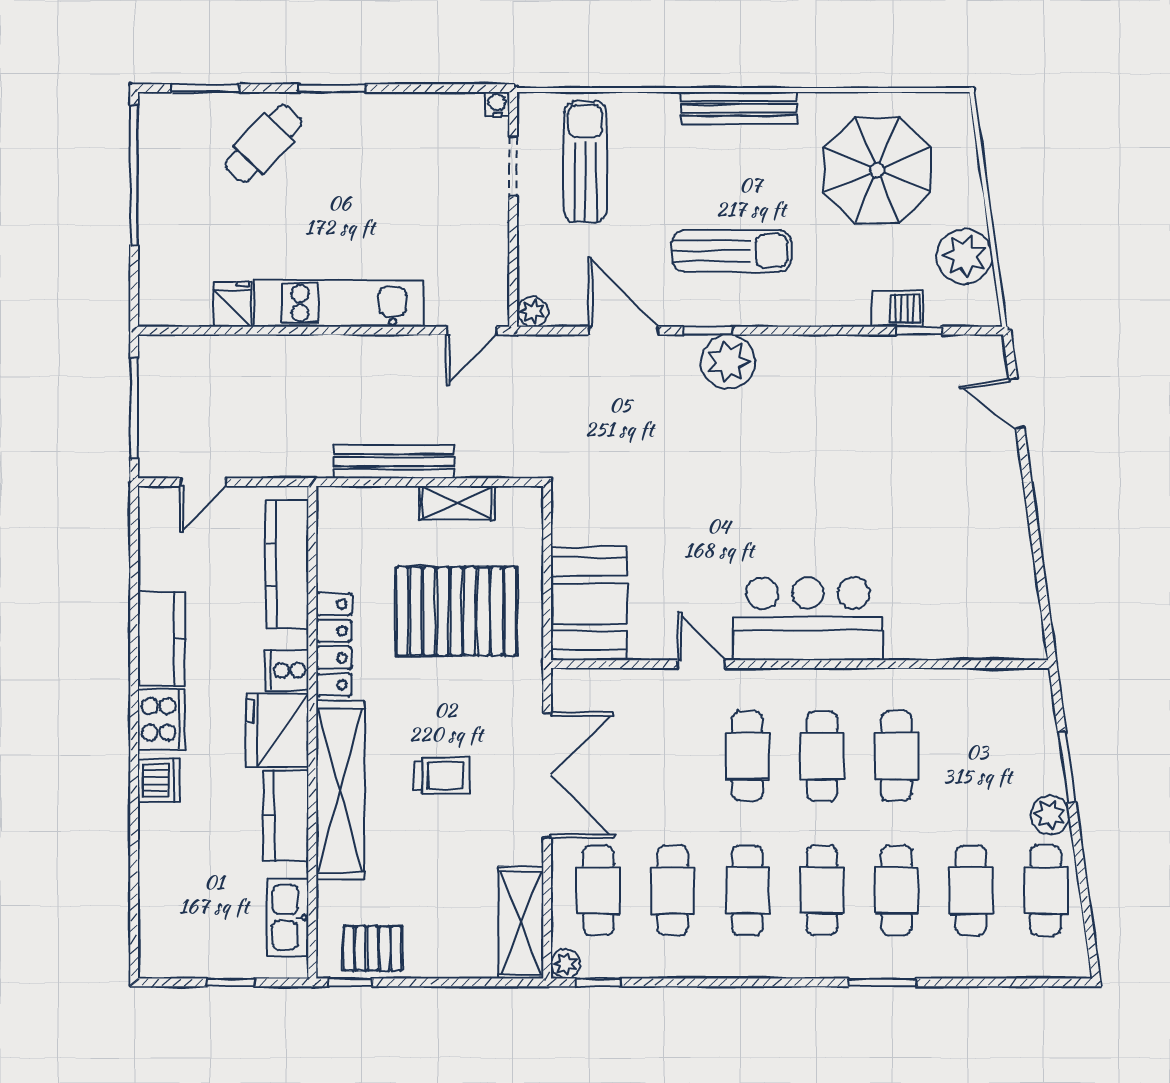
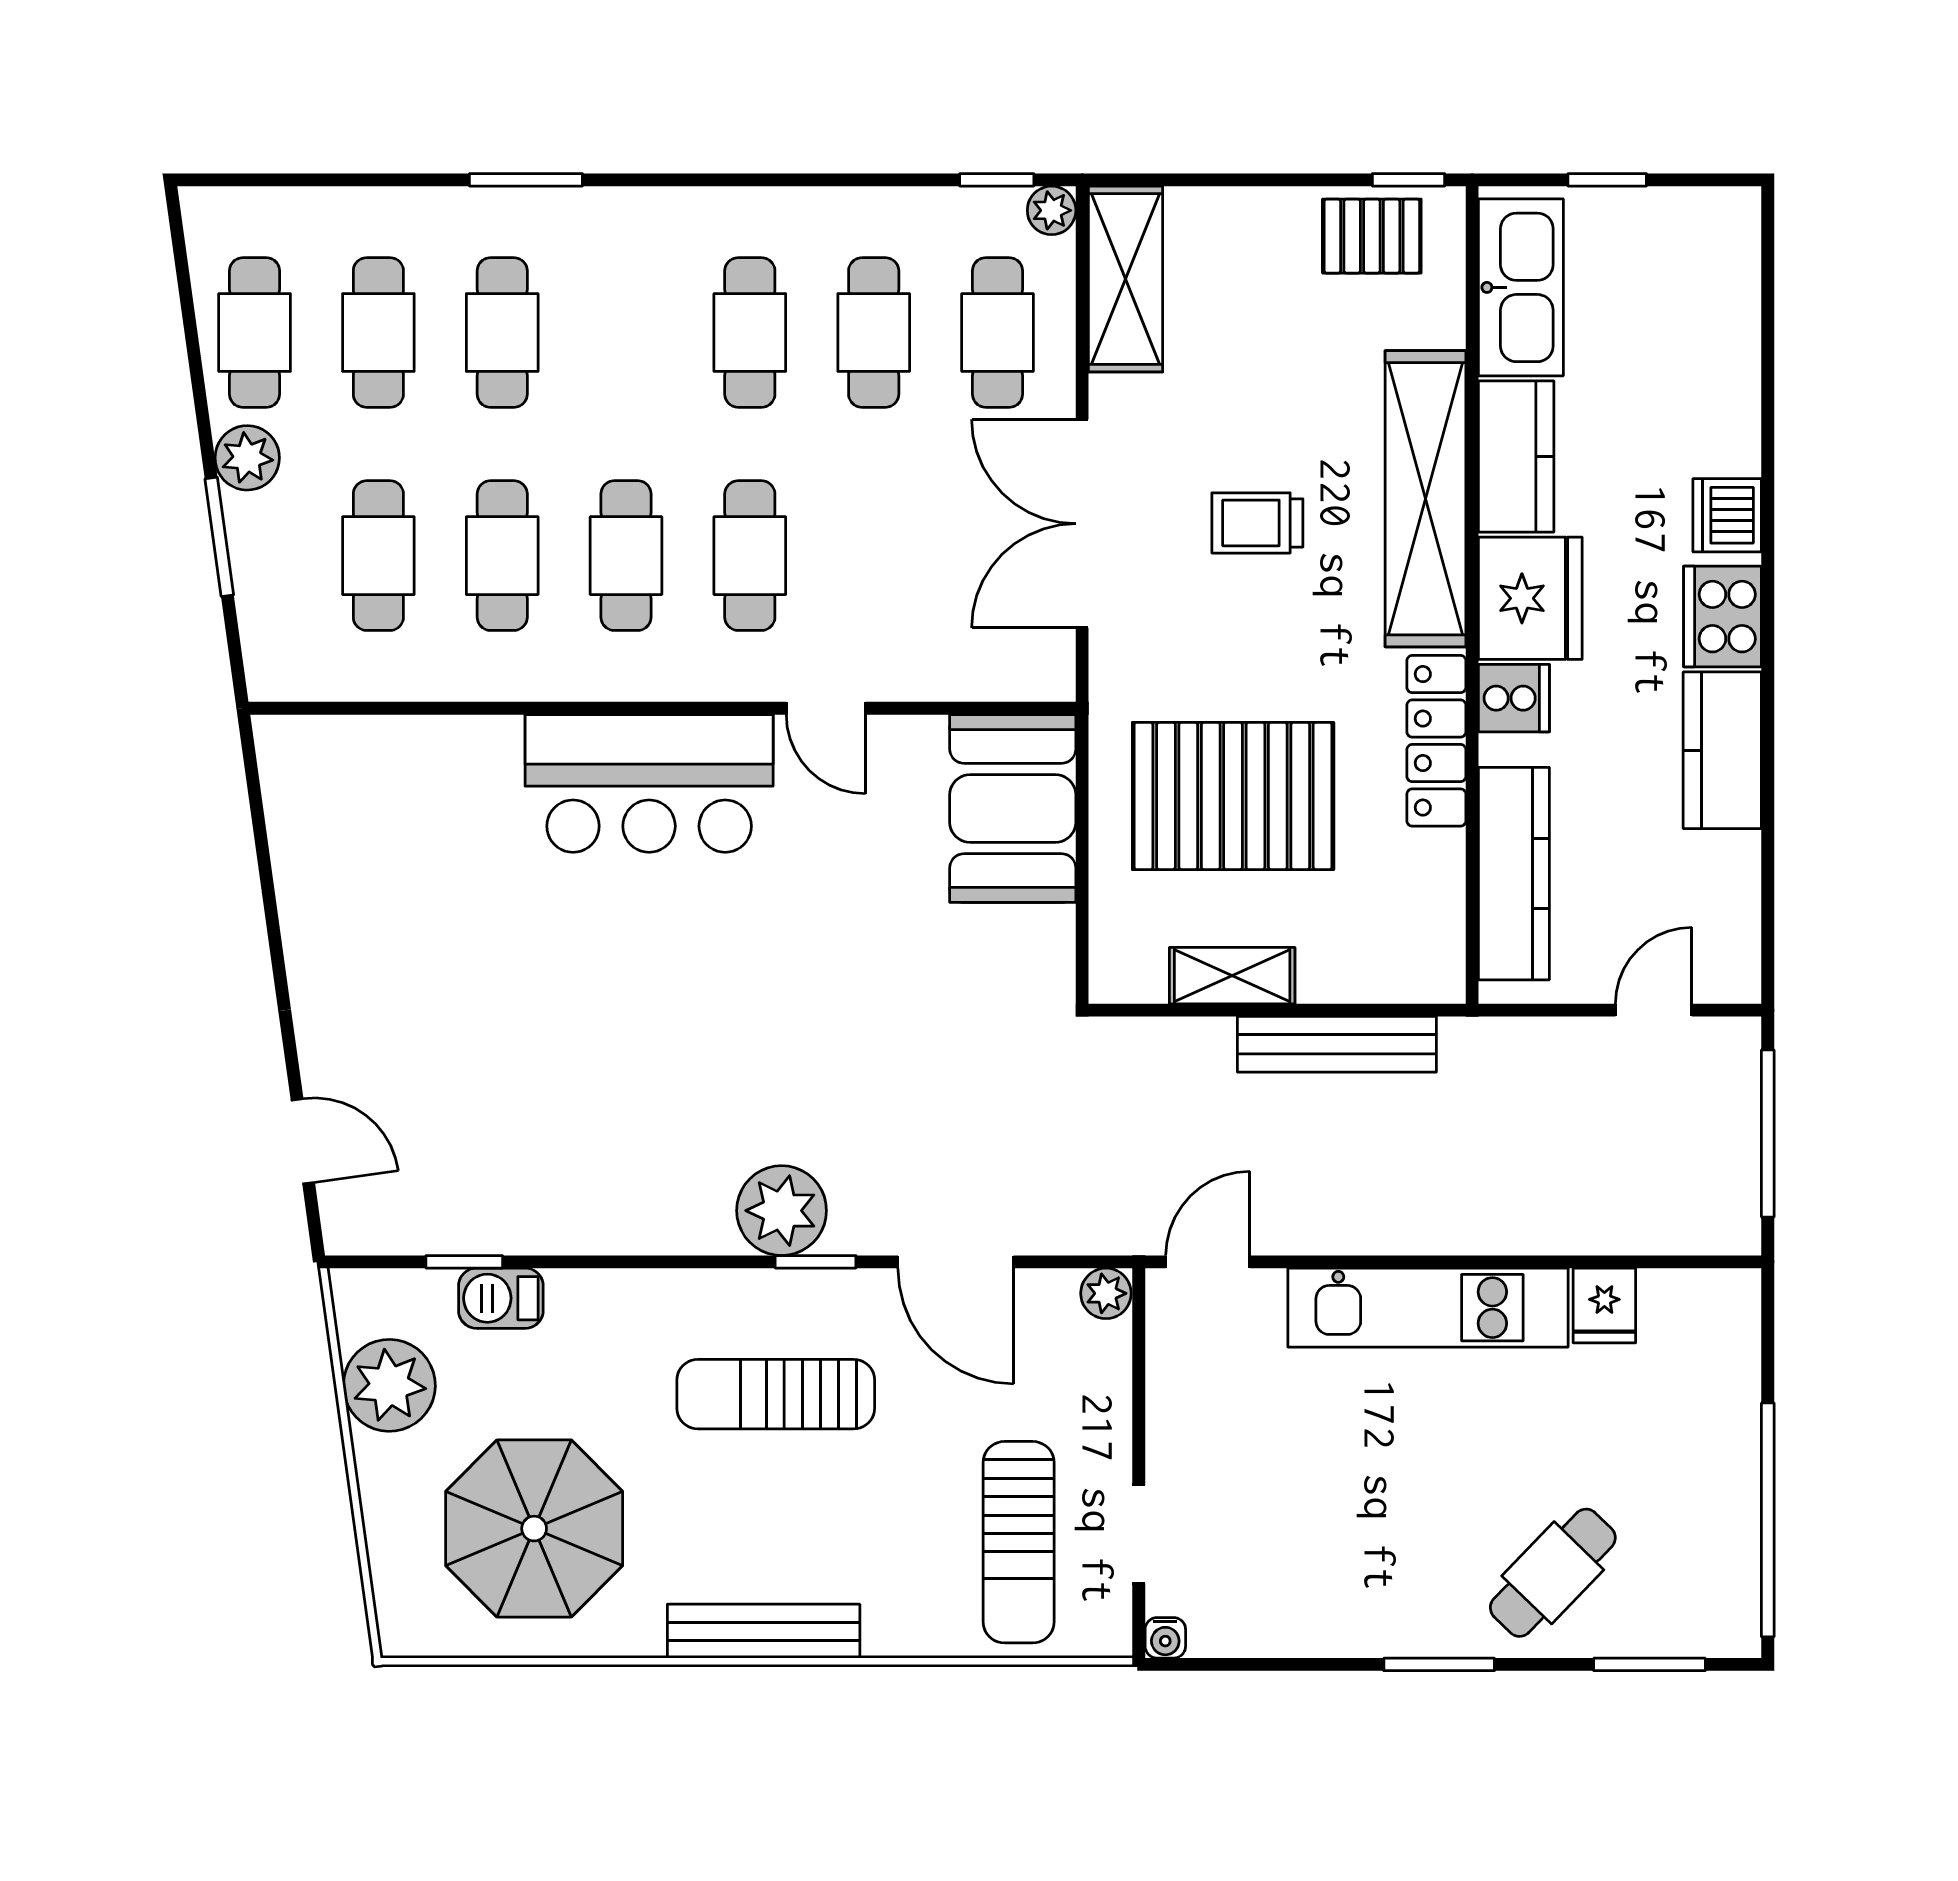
cafe table: (822, 890) -> (378, 556), moved
kitchen sink: (288, 918) -> (1521, 287), width x1.36, depth x1.24

